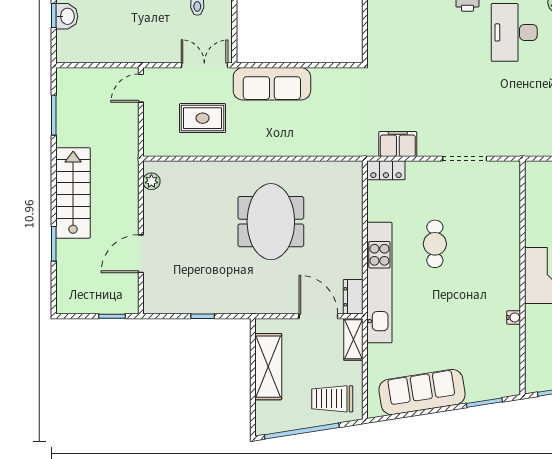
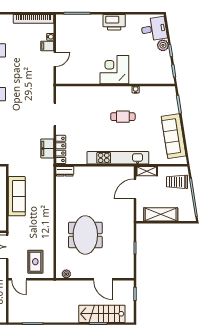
sofa: (272, 84) -> (17, 196), moved
rug: (203, 118) -> (35, 262), moved
locker: (386, 170) -> (61, 149), width x1.53
stairs: (73, 193) -> (102, 314), moved
meeting table: (271, 222) -> (85, 235), moved, turned 90
cafe table: (435, 244) -> (123, 117), moved
dresser: (353, 297) -> (65, 171), moved
trolley: (332, 399) -> (177, 182), turned 90

